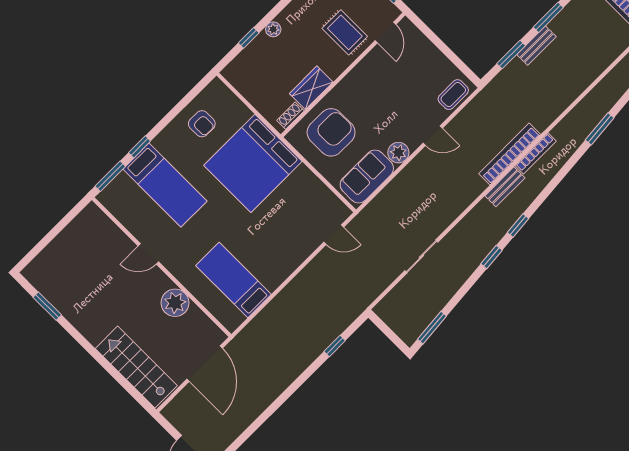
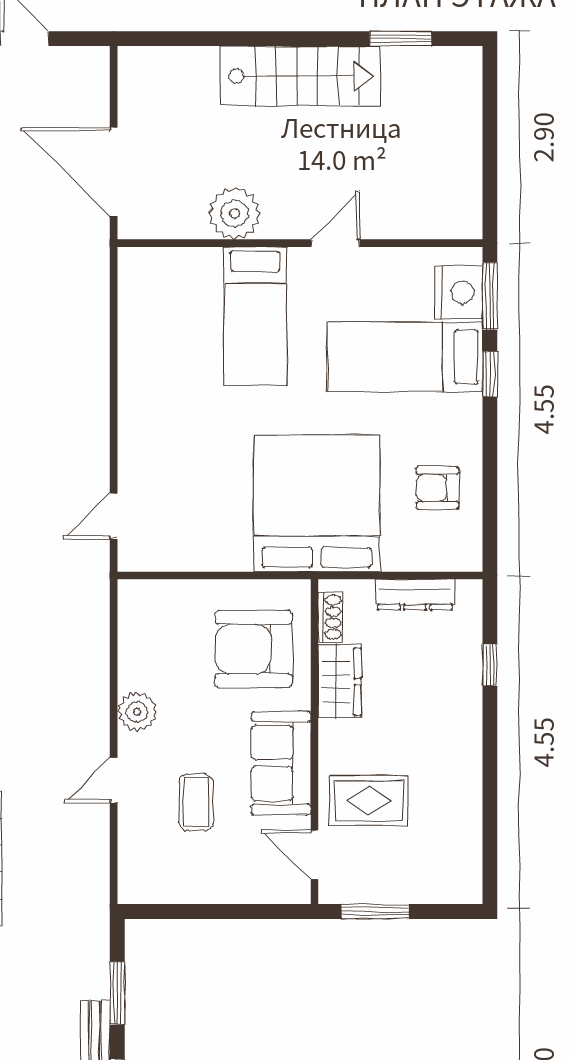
plant: (273, 29) -> (468, 709), removed
dresser: (250, 92) -> (415, 595), added
coffee table: (453, 95) -> (196, 802), moved
armchair: (331, 132) -> (254, 649), turned 90
sofa: (367, 177) -> (281, 763), moved, turned 180
nightstand: (121, 189) -> (459, 293), added
bed: (234, 280) -> (255, 316), moved, turned 90
stairs: (136, 367) -> (300, 76), moved

